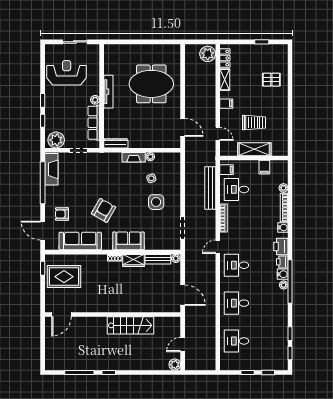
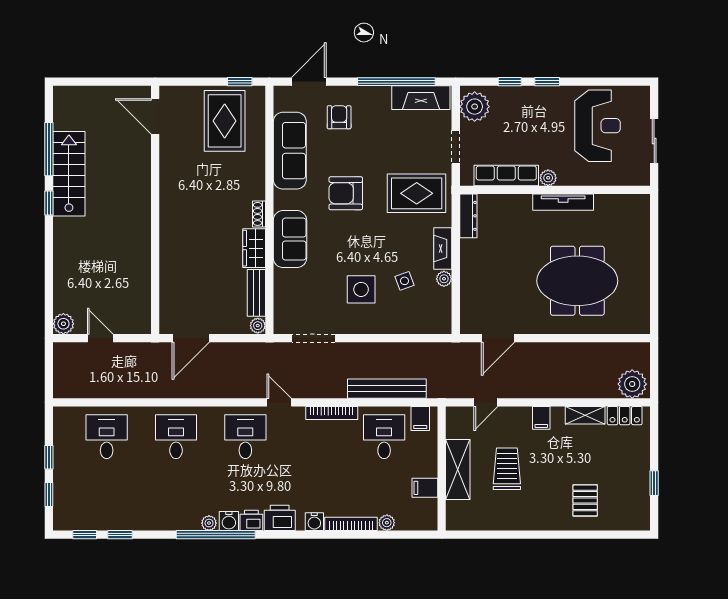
meeting table: (151, 84) -> (577, 281), turned 90
trolley: (254, 122) -> (507, 469), turned 180
rug: (104, 172) -> (417, 193), added
armchair: (104, 210) -> (346, 193), turned 150
stairs: (130, 325) -> (69, 174), moved, turned 180

